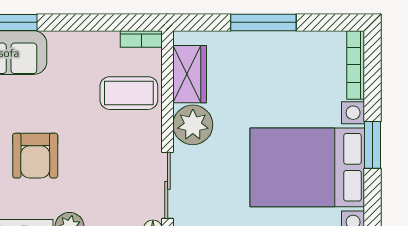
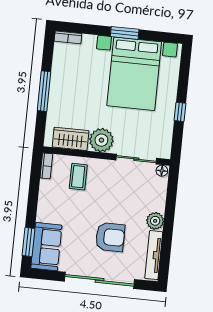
bookcase: (356, 65) -> (68, 37), width x0.64
coffee table: (129, 93) -> (78, 177), width x0.73, depth x0.77

